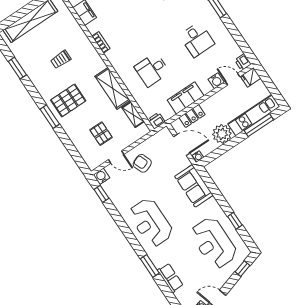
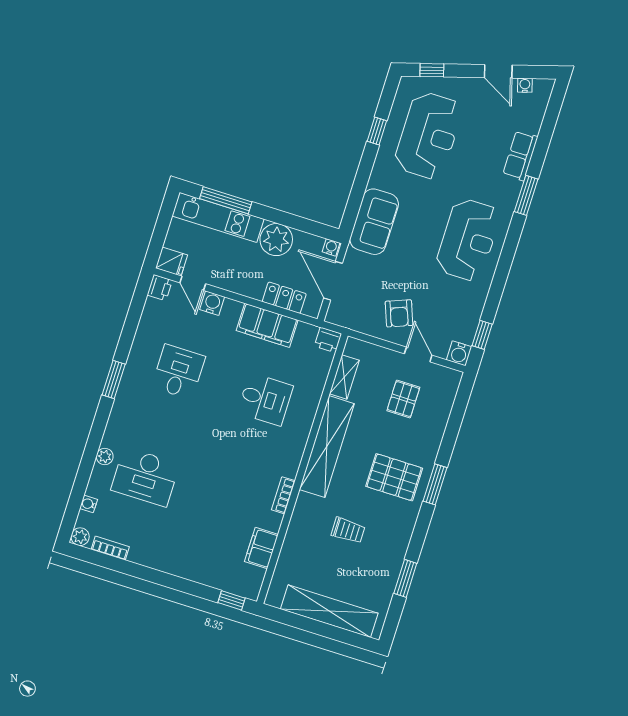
shelving: (113, 88) -> (327, 447), width x1.47

